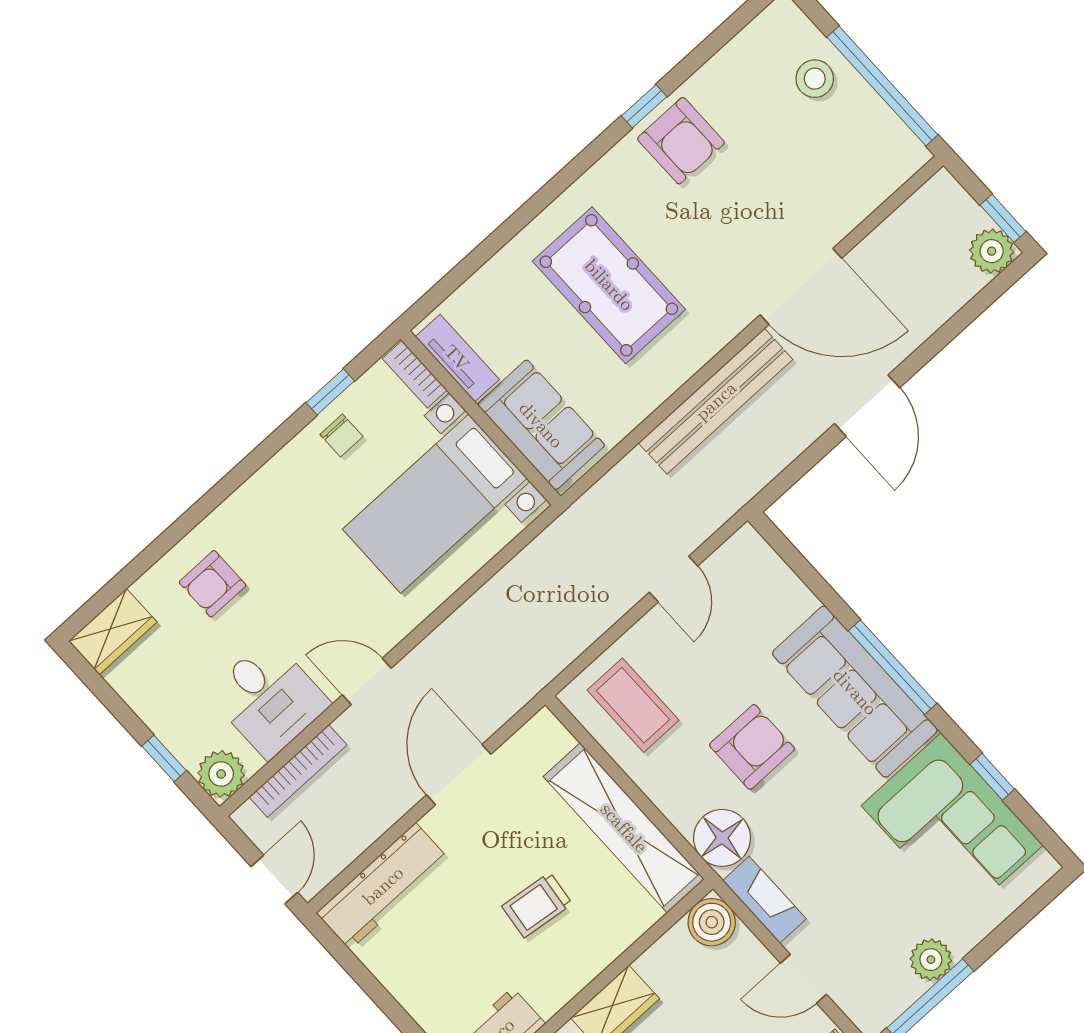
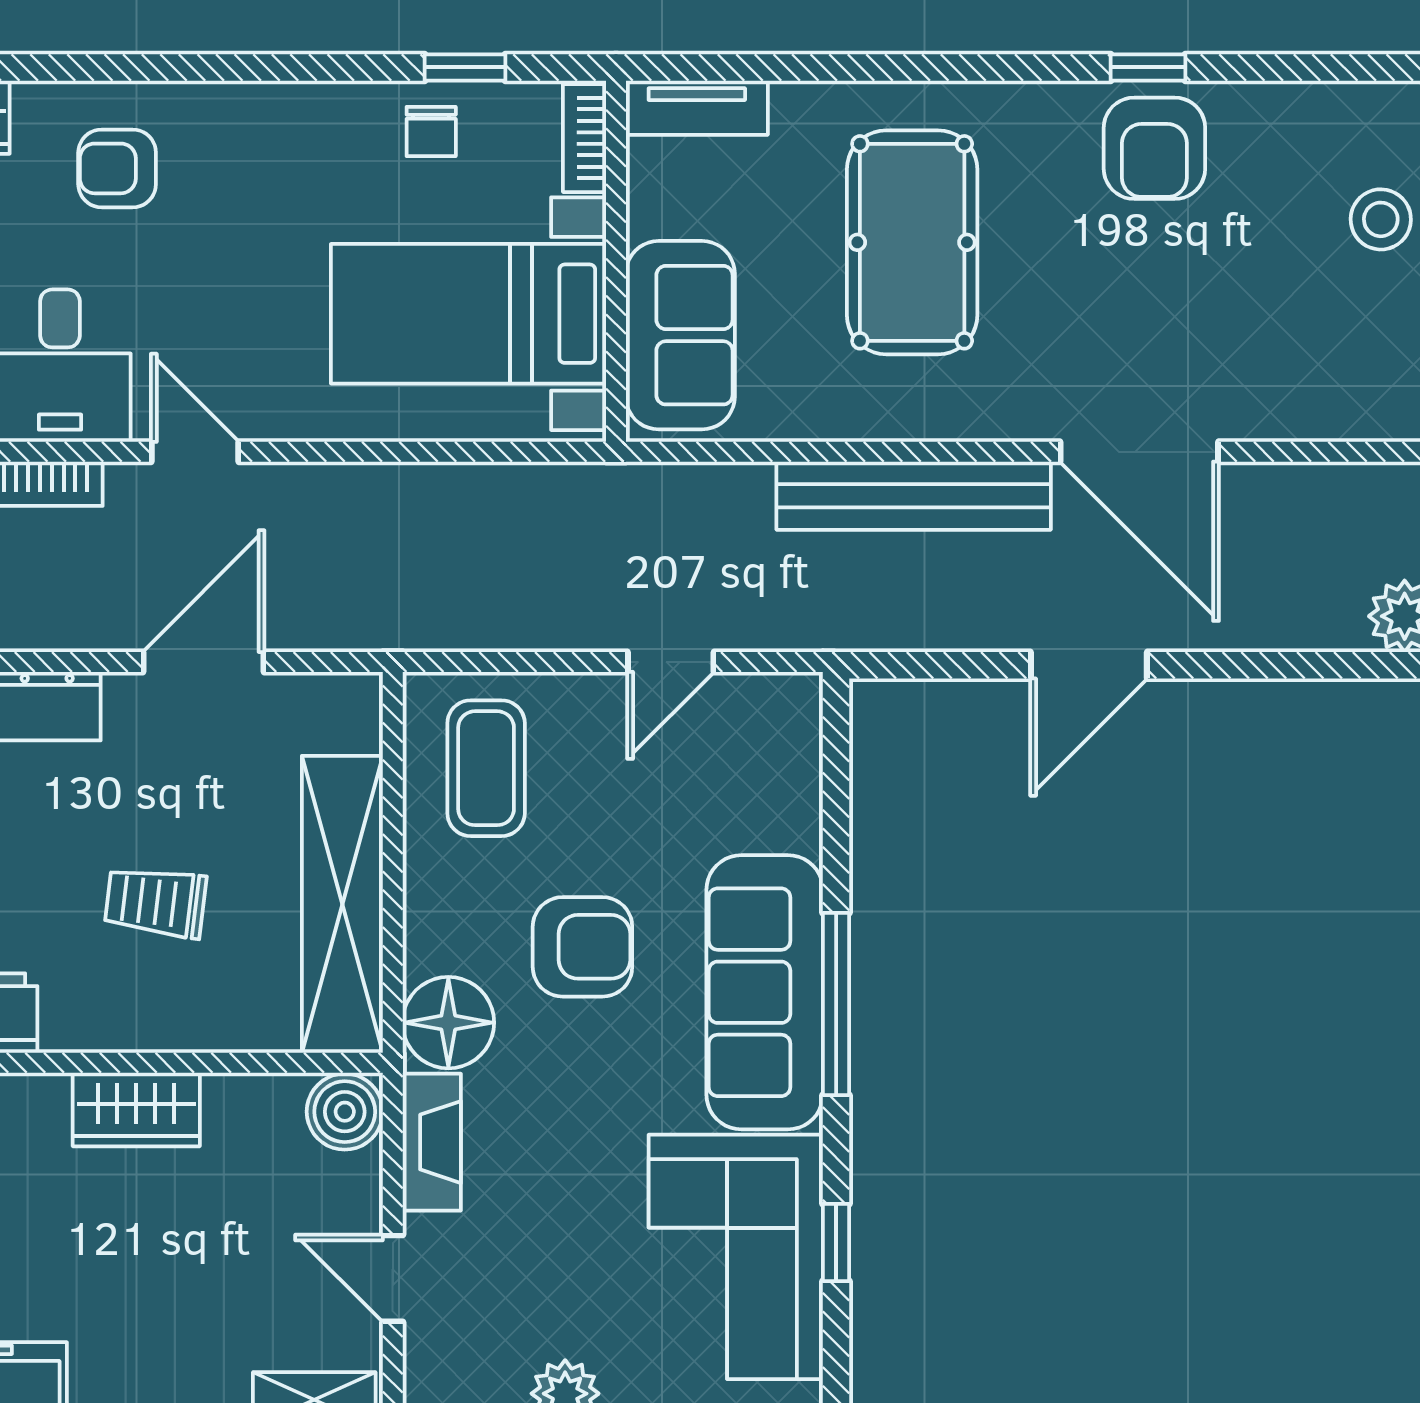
tv unit: (457, 358) -> (697, 108), moved, turned 90

